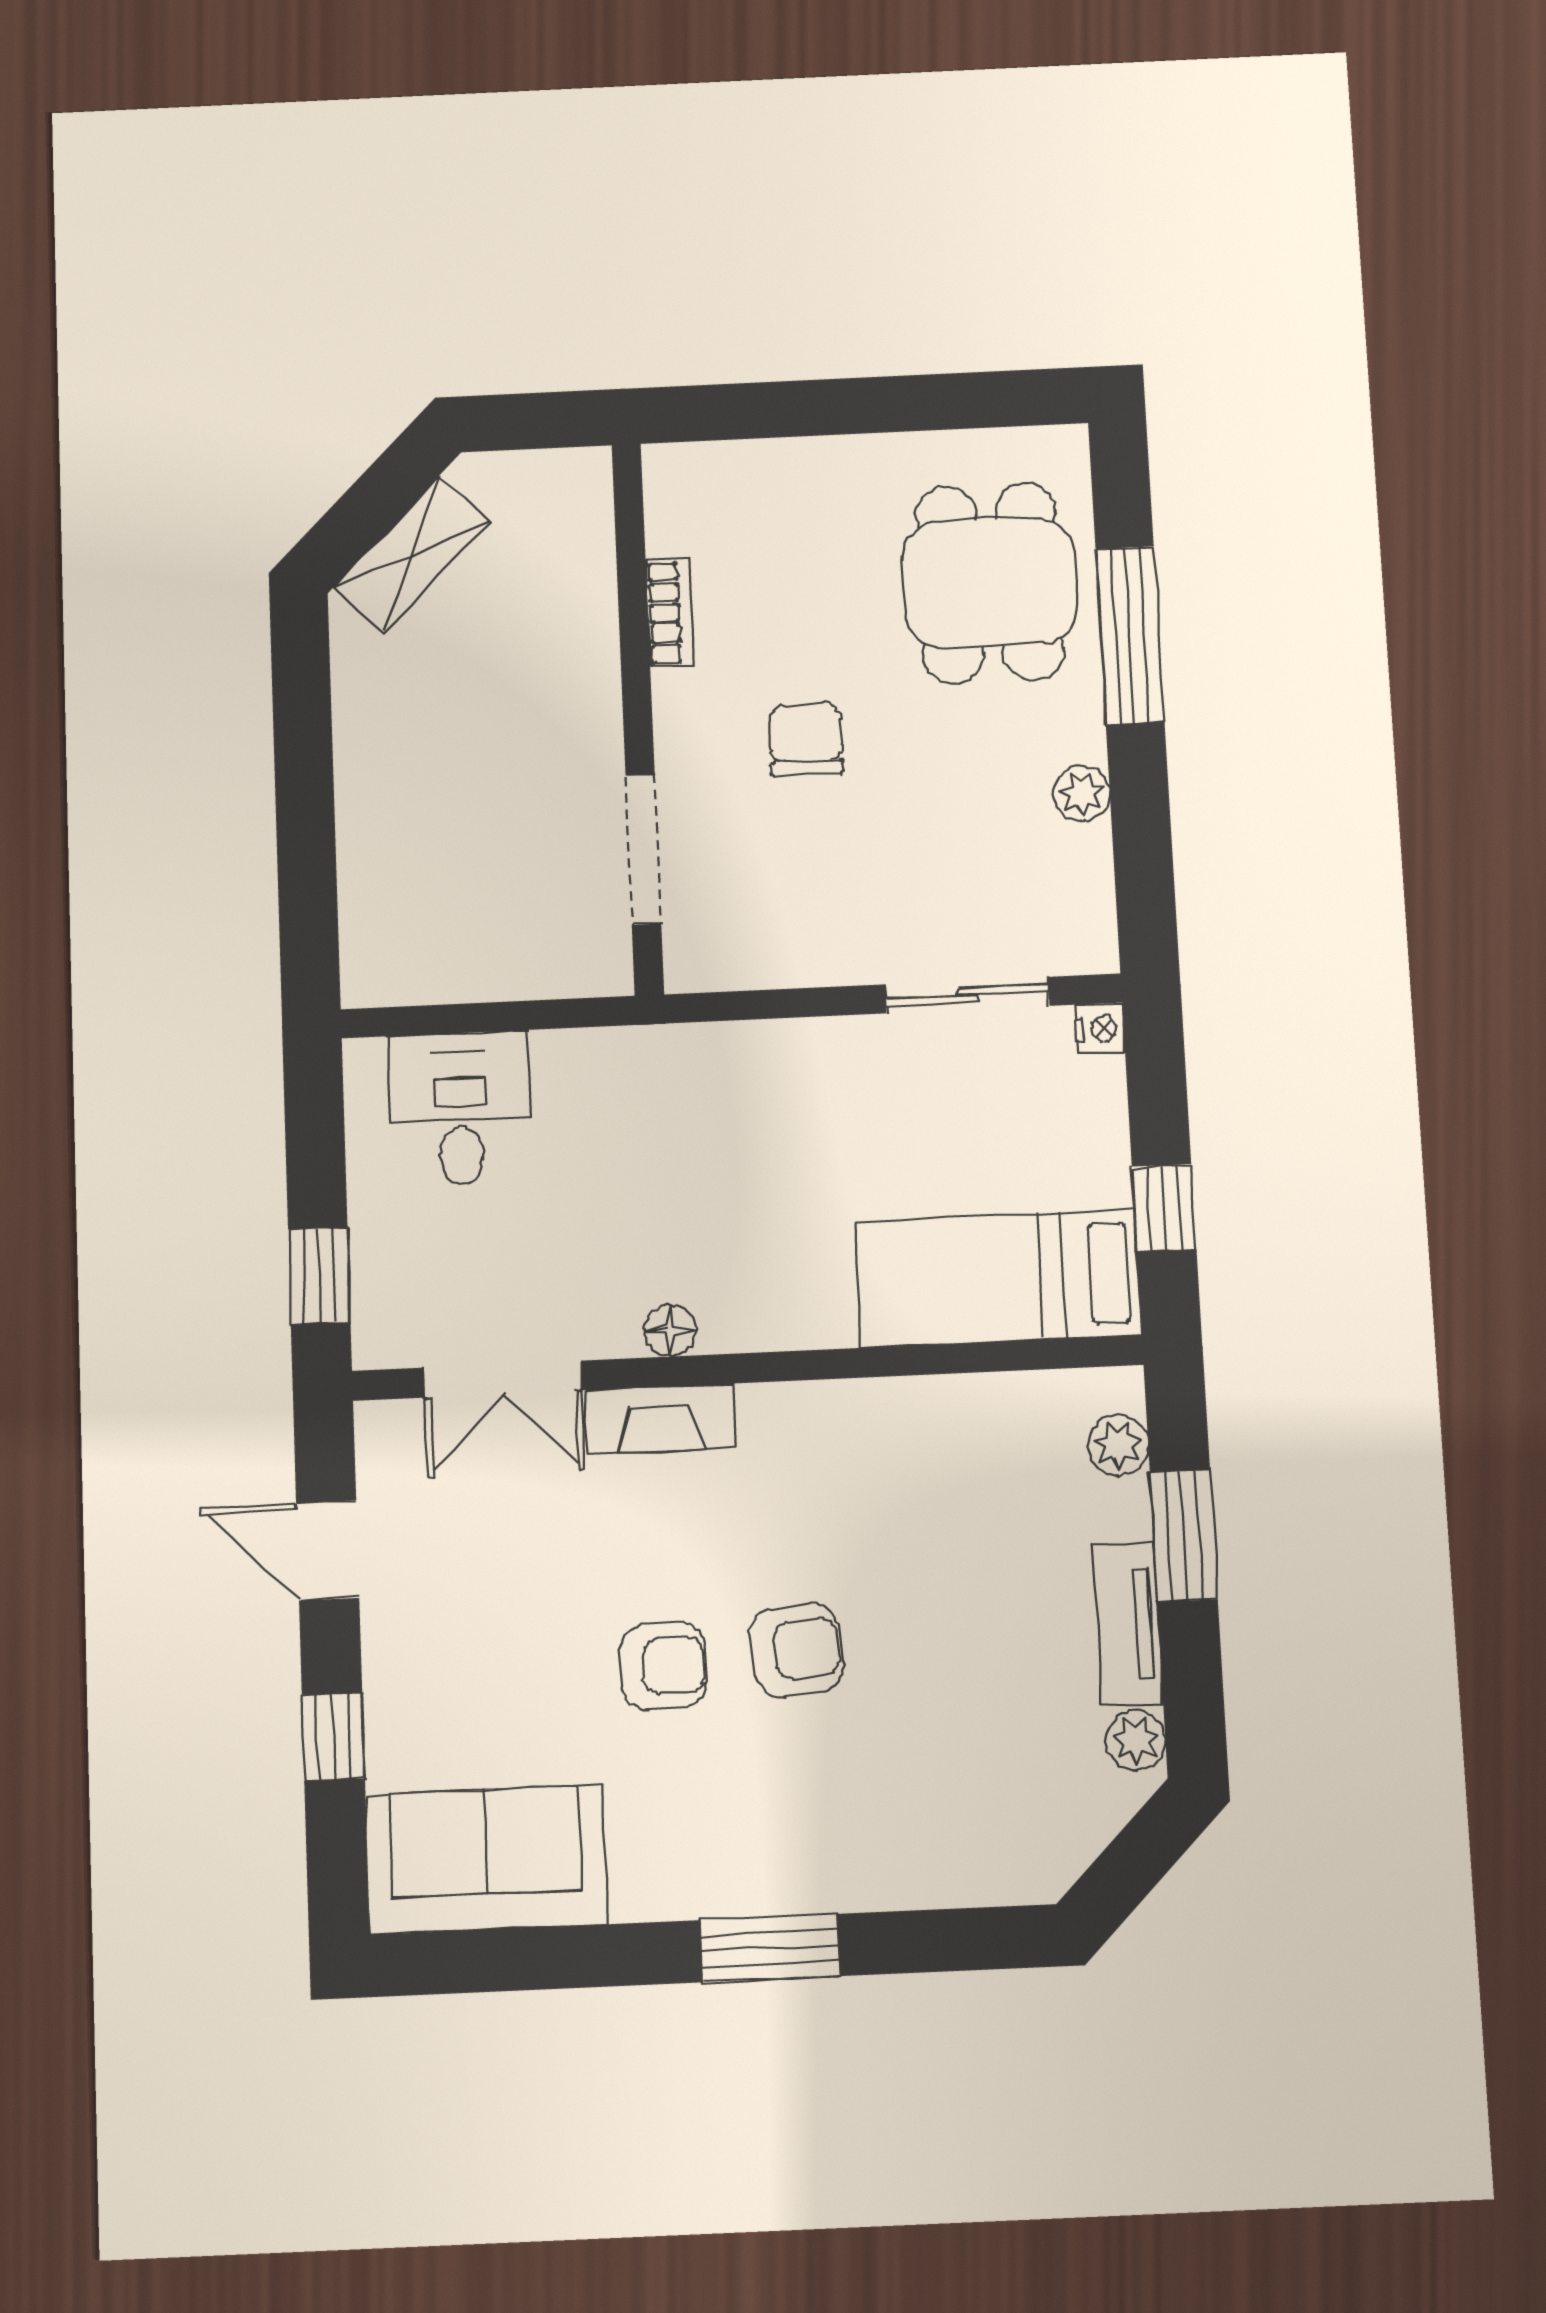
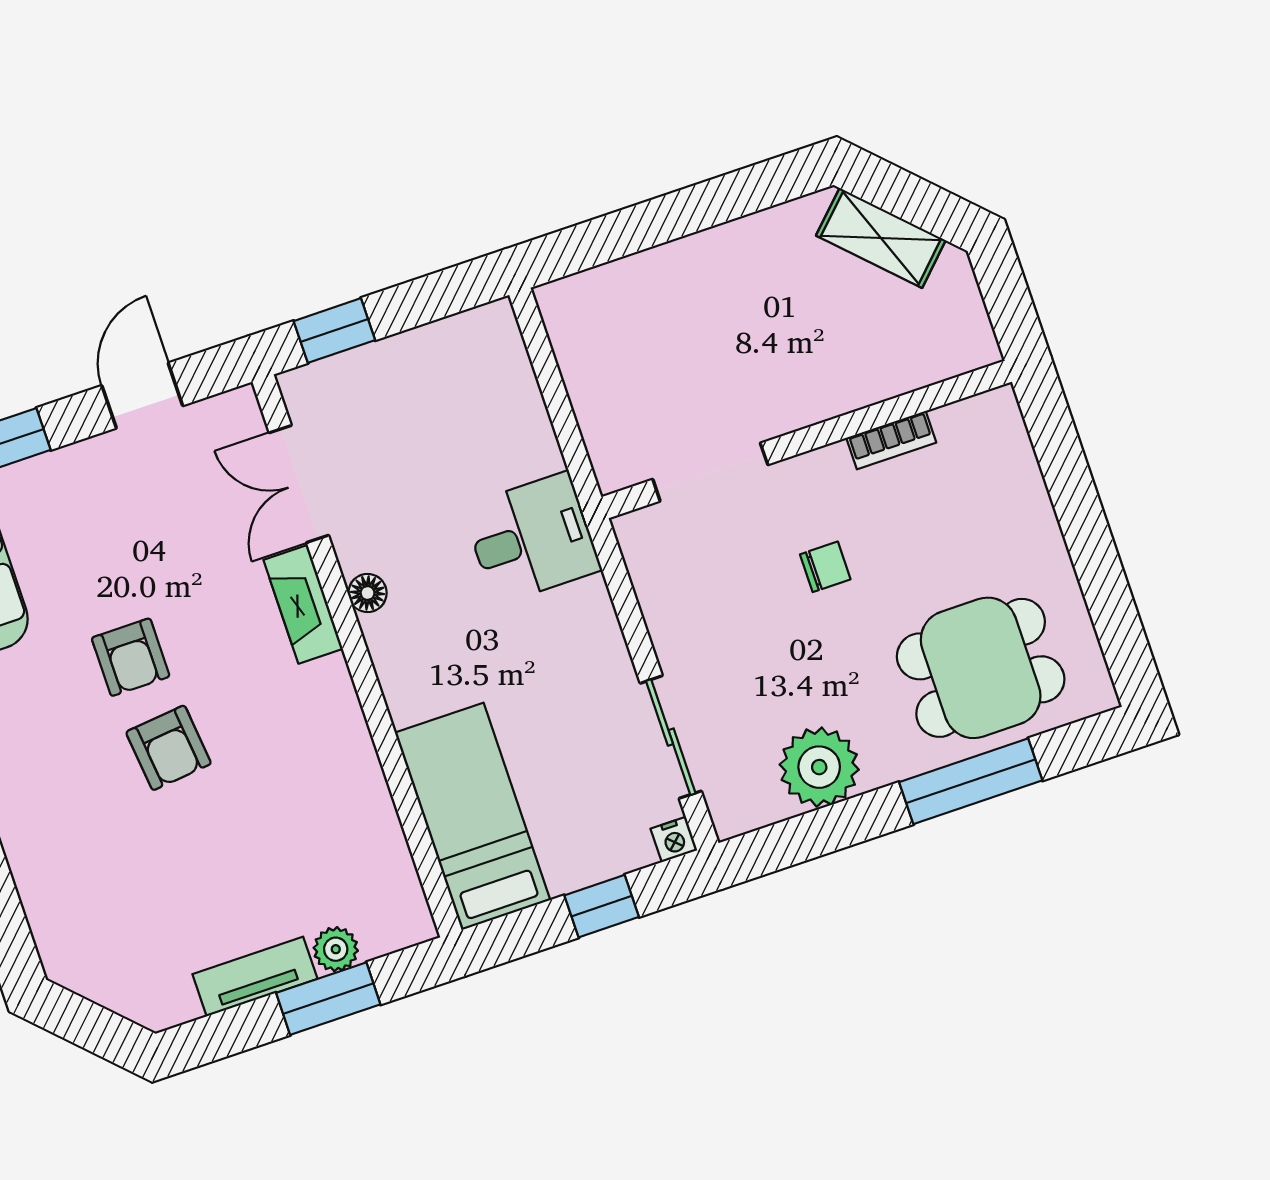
chair: (806, 740) -> (825, 567), width x0.73, depth x0.73
plant: (1082, 794) -> (819, 767), width x1.88, depth x1.88
desk: (460, 1109) -> (532, 538), moved
window: (1164, 1208) -> (602, 906), moved
plant: (1118, 1445) -> (336, 949), moved
plant: (1136, 1740) -> (175, 1004), removed

